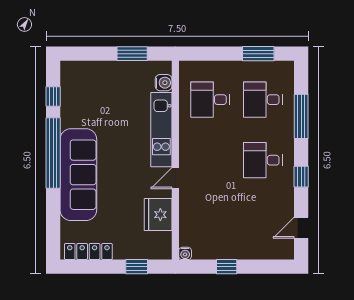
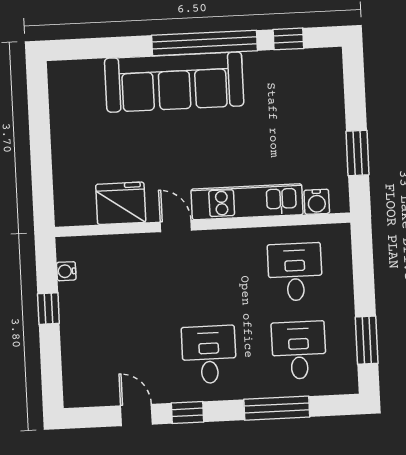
door: (301, 228) -> (136, 415), moved
locker: (88, 252) -> (61, 103), removed
water cooler: (185, 253) -> (66, 271), moved
window: (137, 267) -> (42, 175), removed

